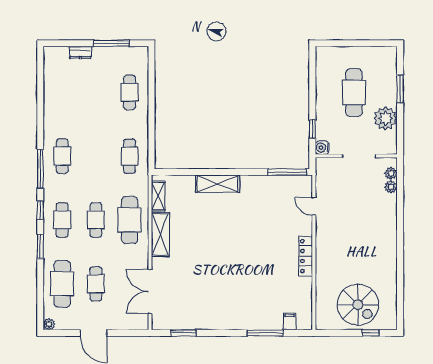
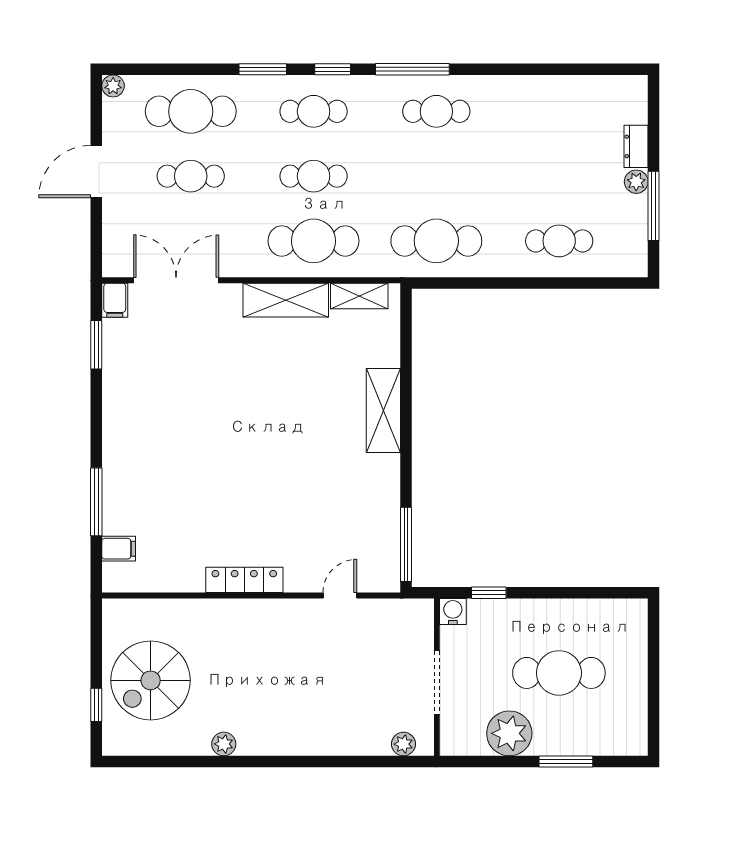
plant: (99, 52) -> (636, 182), added
cafe table: (130, 156) -> (436, 241), width x1.37, depth x1.35
plant: (391, 187) -> (224, 744), moved
filing cabinet: (160, 323) -> (115, 300), added

